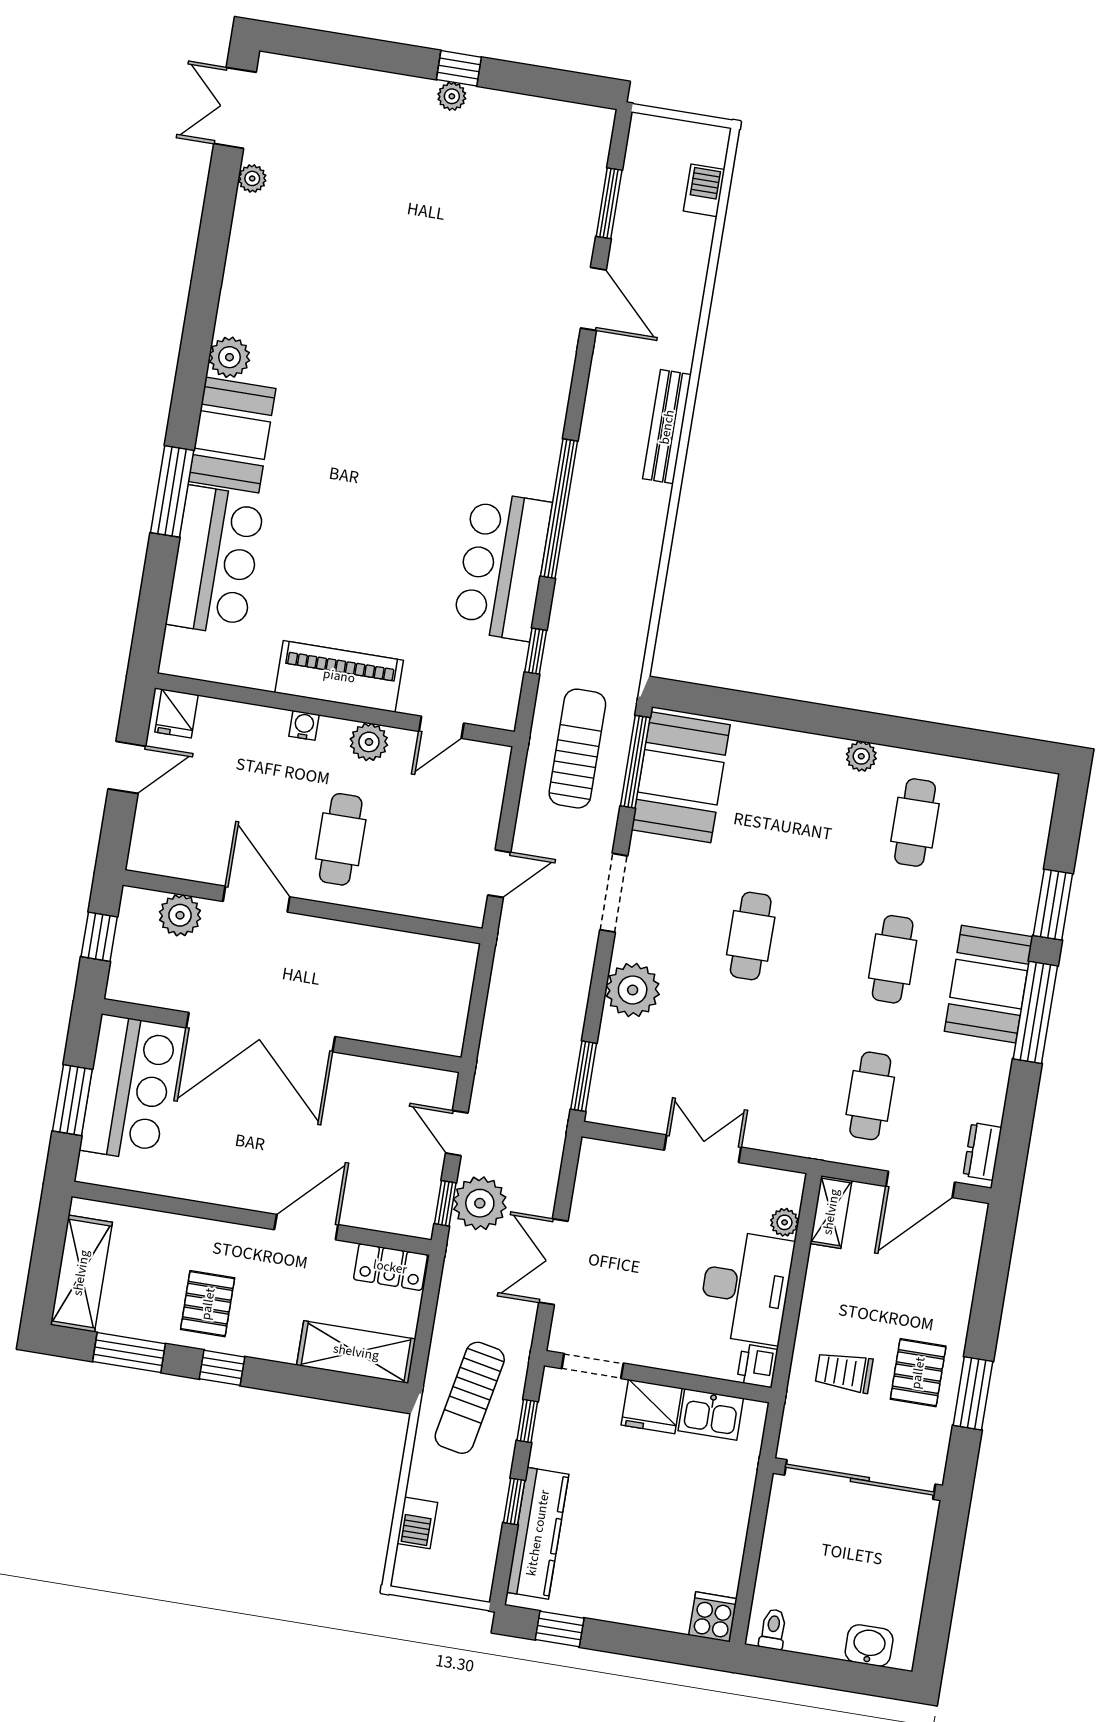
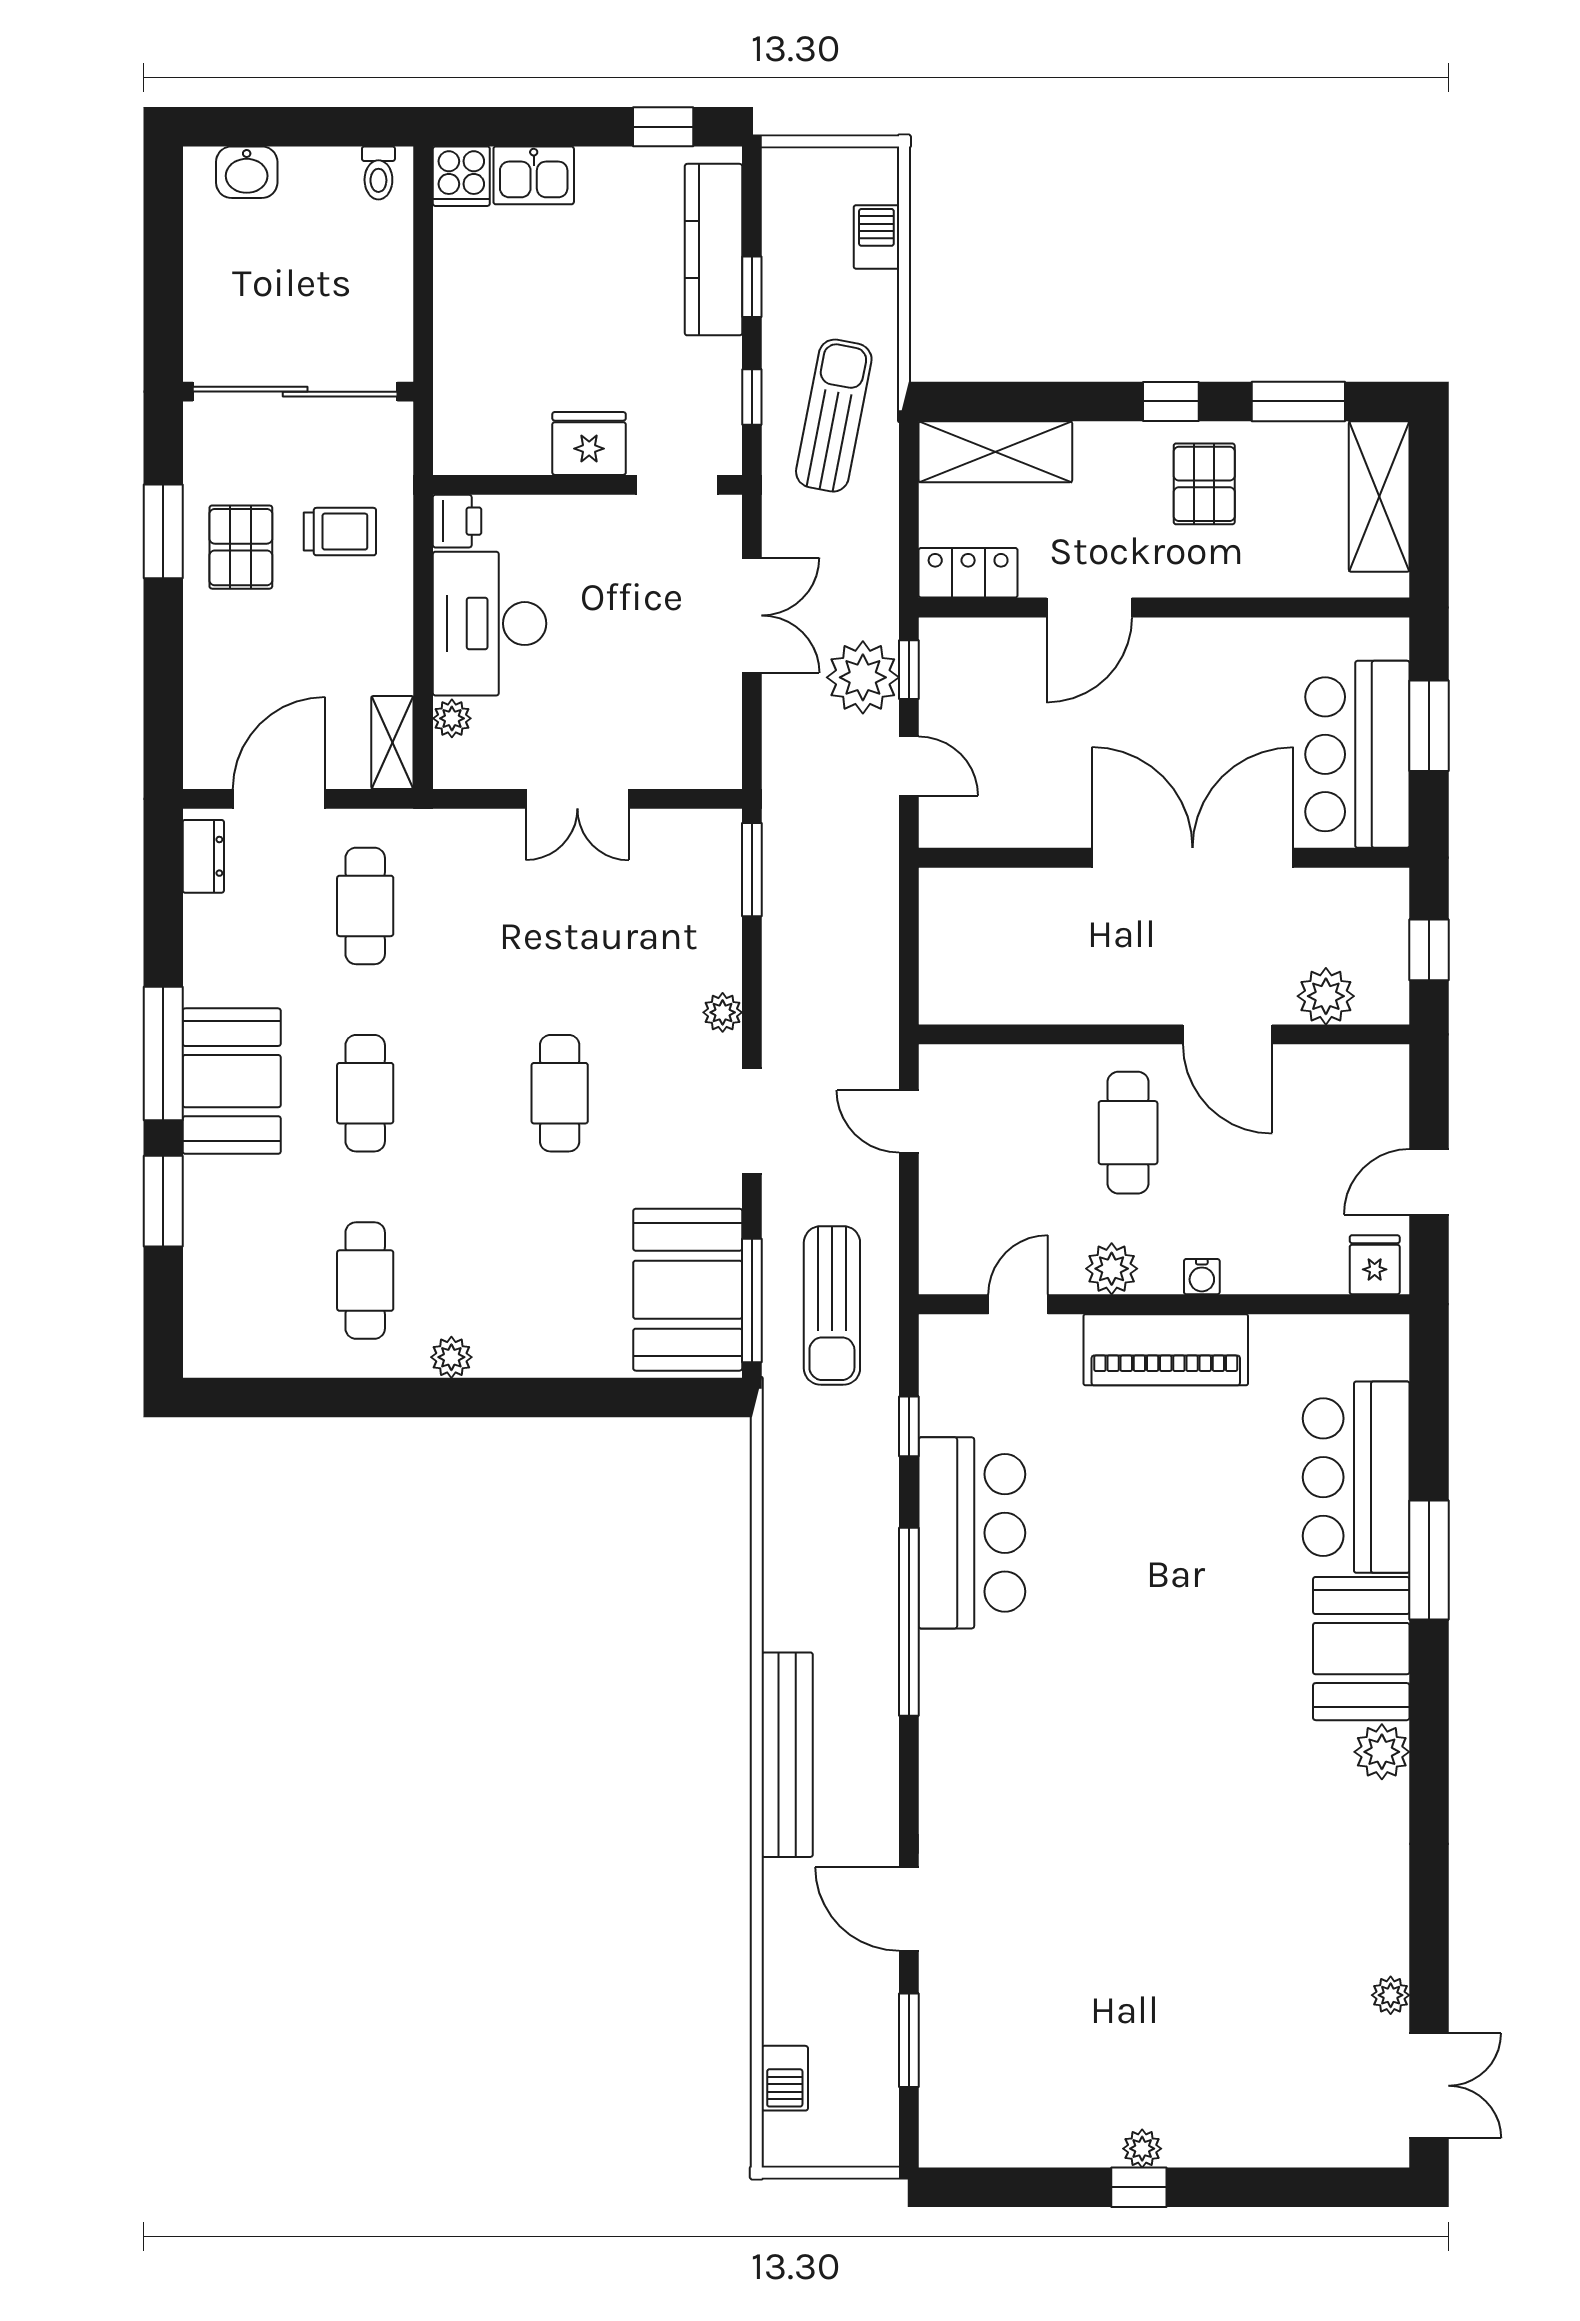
bench: (667, 427) -> (787, 1755), width x1.37, depth x1.21
door: (499, 874) -> (909, 1121), hinge flipped
plant: (633, 990) -> (723, 1012), width x0.53, depth x0.53
kitchen sink: (711, 1414) -> (534, 175), moved, turned 180

